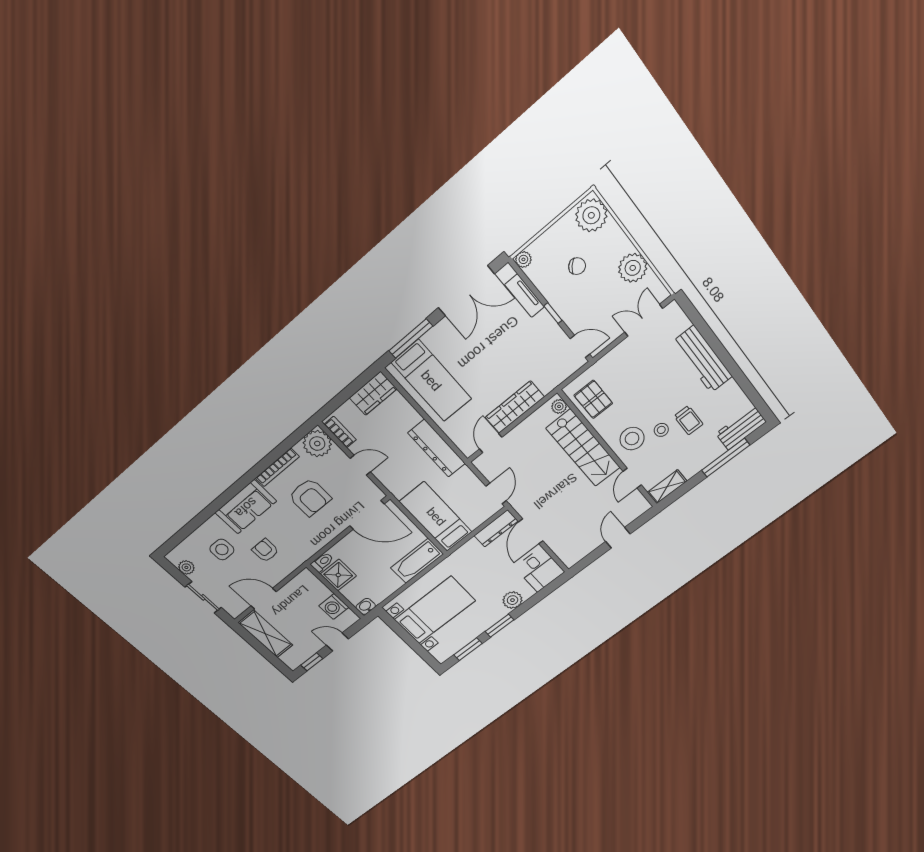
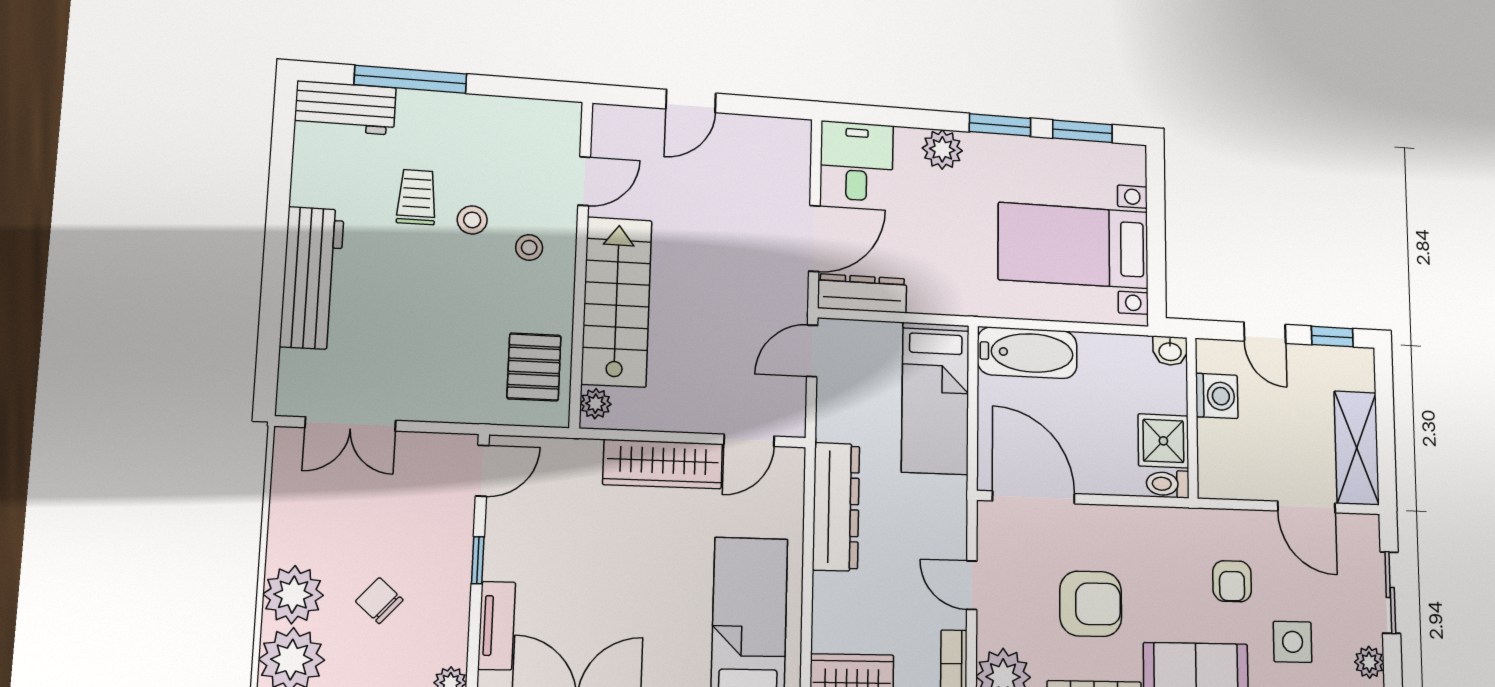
plant: (633, 268) -> (293, 595), moved
door: (580, 346) -> (482, 471), swing flipped
stool: (632, 439) -> (529, 248), width x0.53, depth x0.53
shelving: (667, 487) -> (543, 116), removed
armchair: (310, 497) -> (1091, 604), turned 90

